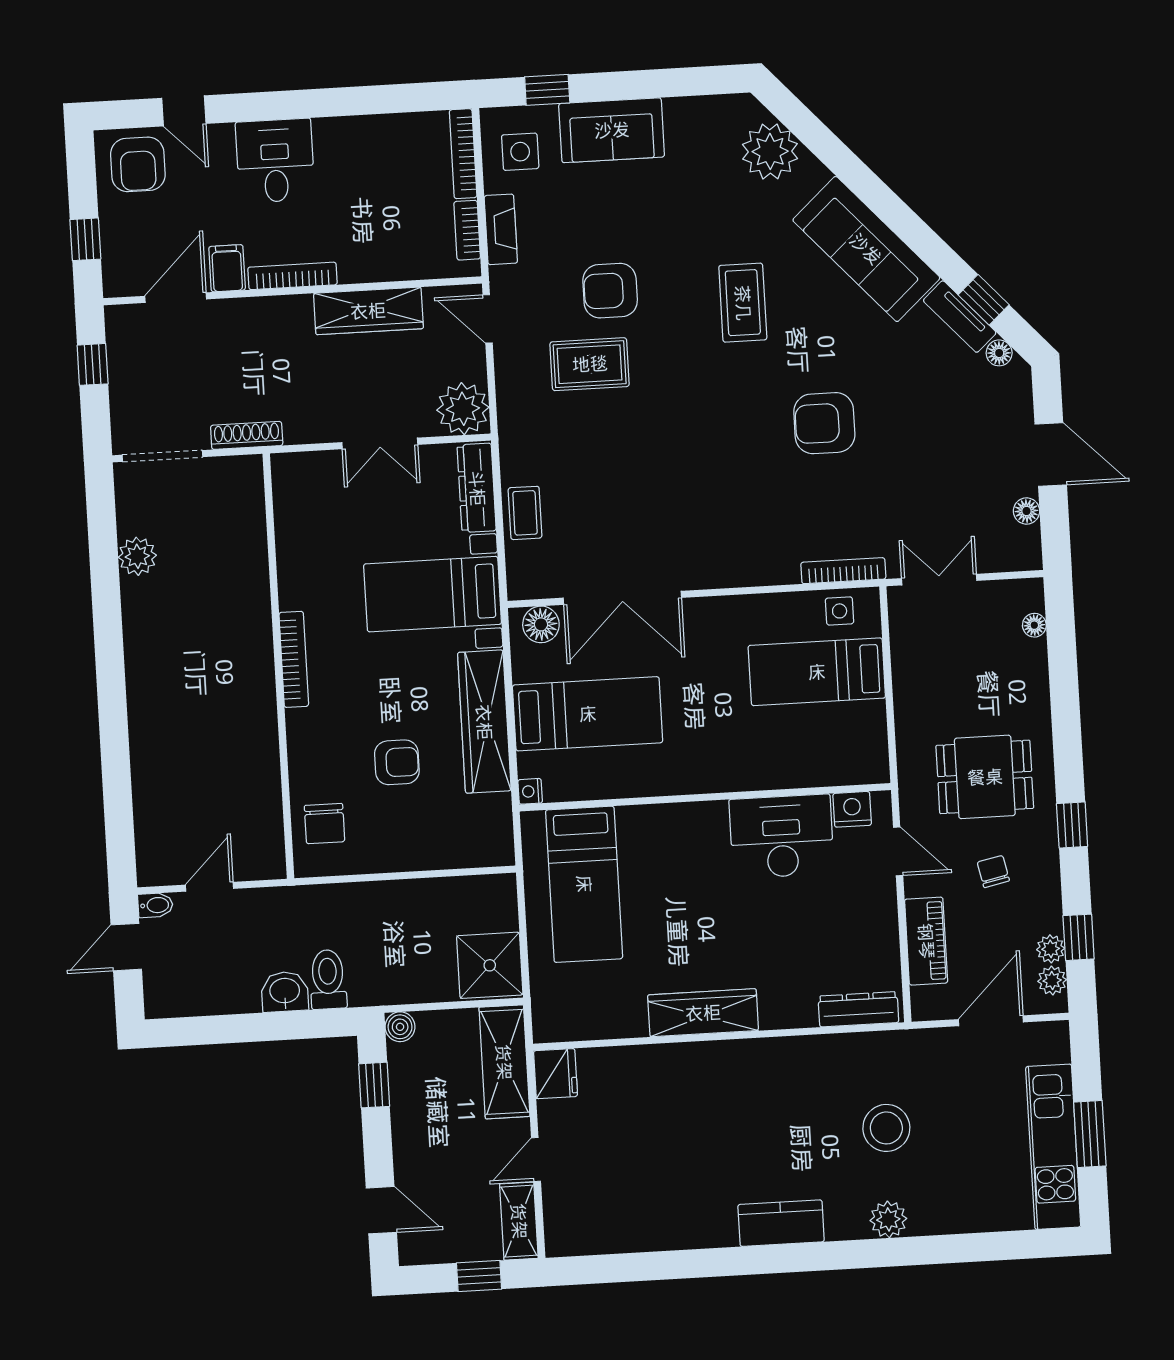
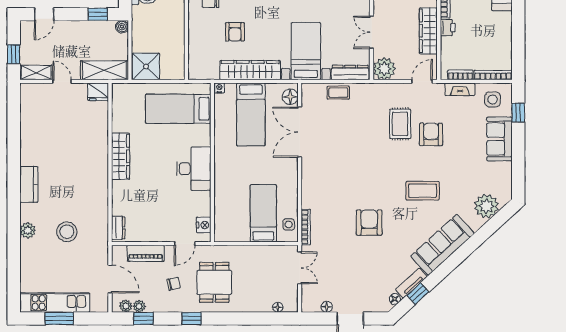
printer: (358, 266) -> (448, 28), added
desk: (782, 836) -> (194, 169), moved
dresser: (858, 1009) -> (118, 228), width x0.70

